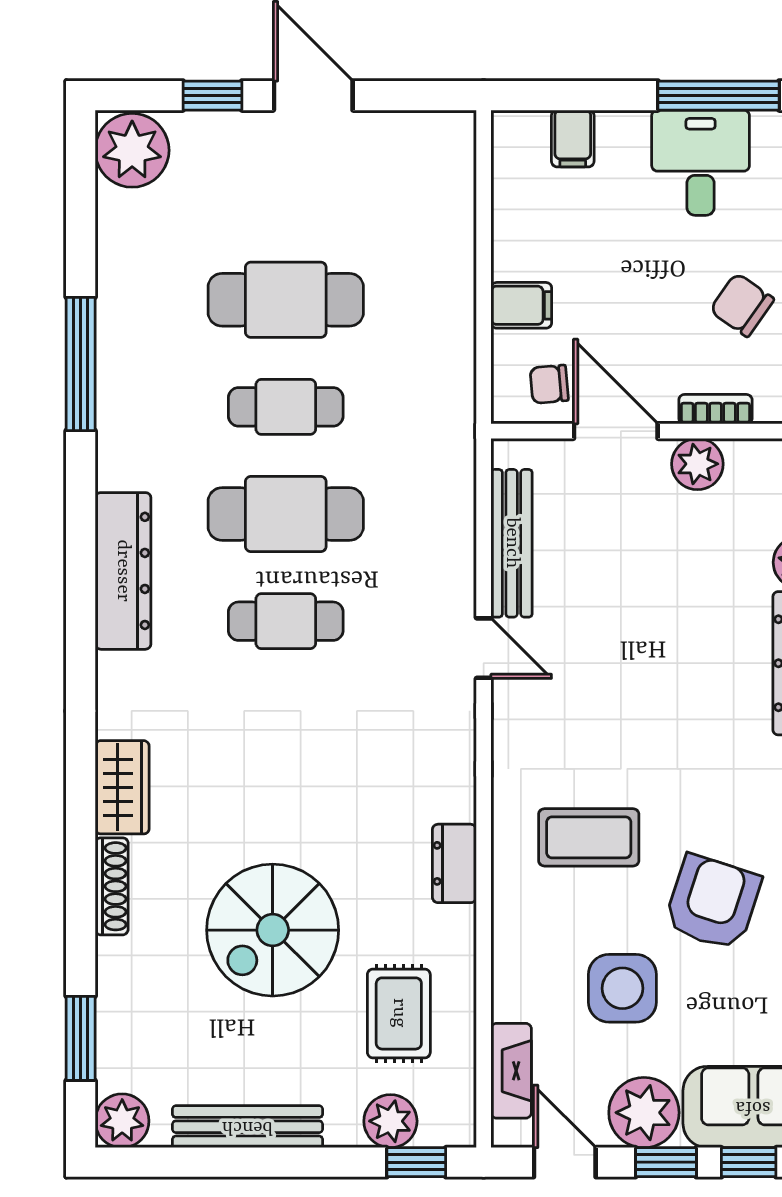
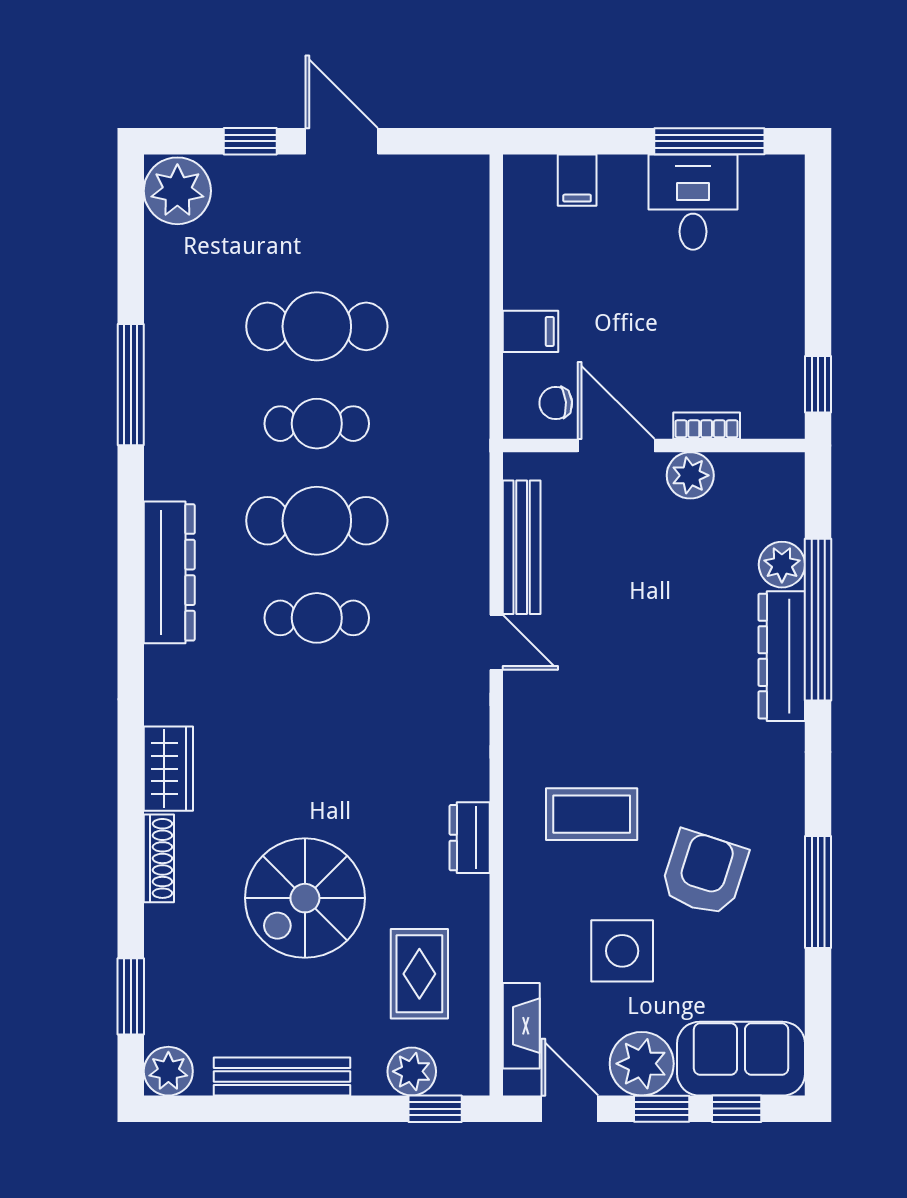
chair: (742, 305) -> (730, 331), removed

